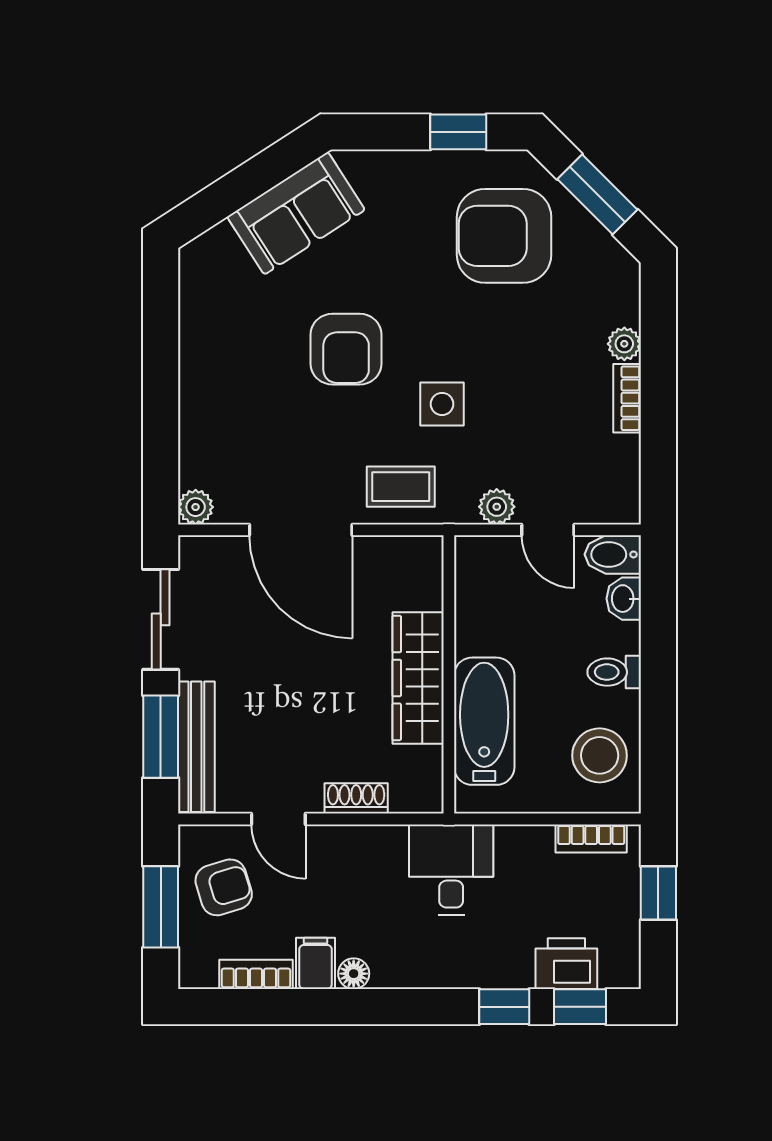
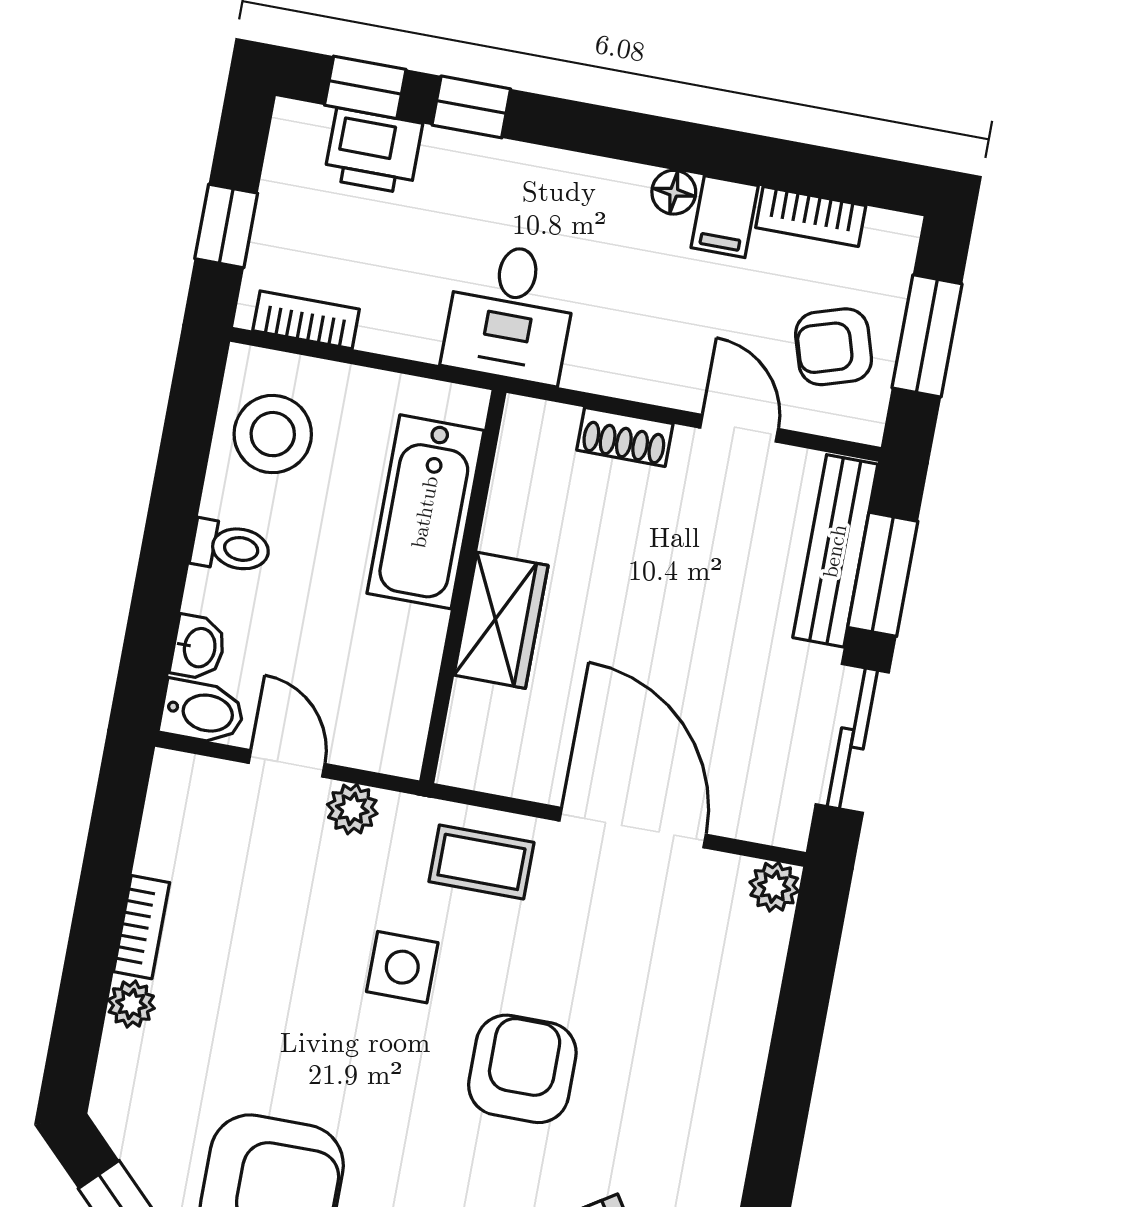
wardrobe: (418, 678) -> (501, 620), width x0.67

